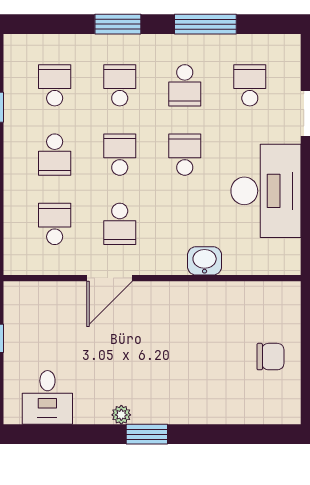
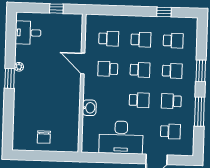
school desk: (55, 155) -> (141, 40), turned 180

